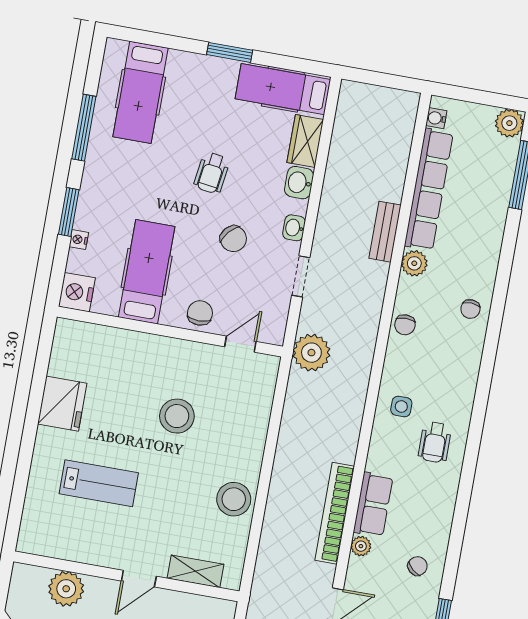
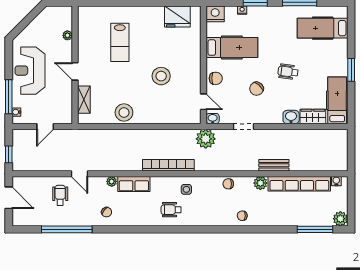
washbasin: (294, 228) -> (213, 119), moved
fridge: (62, 404) -> (177, 16), moved
bookcase: (335, 513) -> (168, 165), moved
plant: (66, 589) -> (67, 35), width x0.53, depth x0.53

